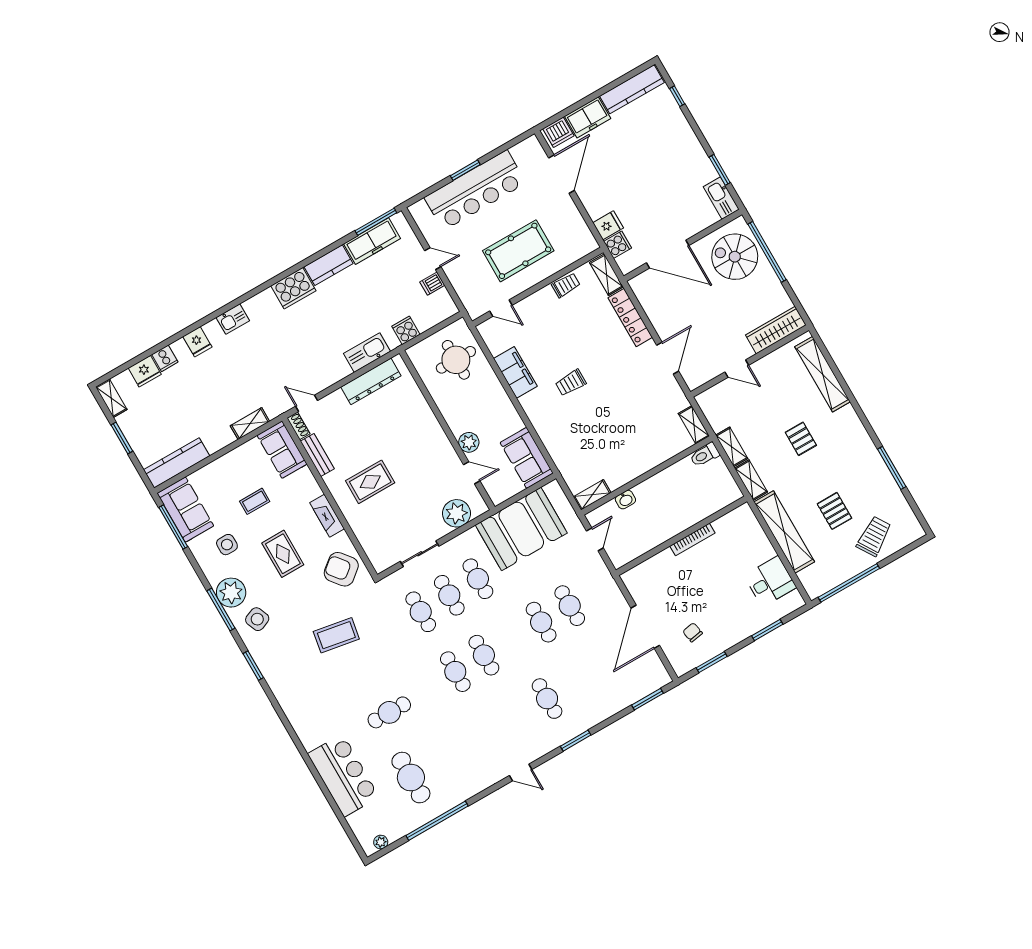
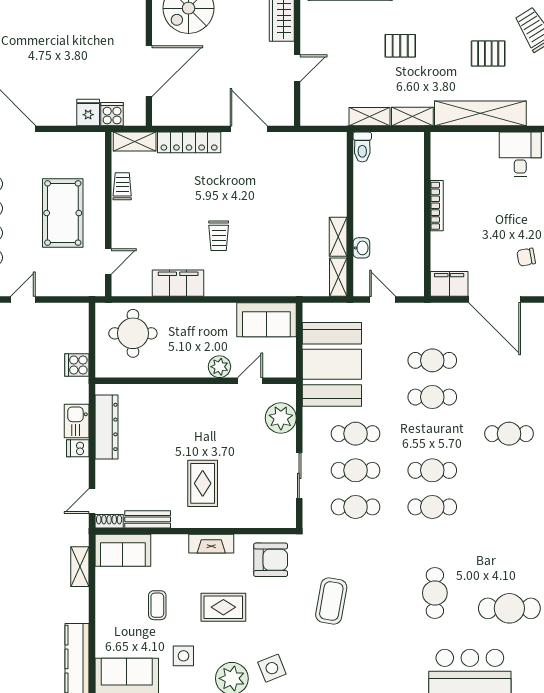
dishwasher: (432, 284) -> (78, 448), moved, turned 90
kitchen sink: (367, 353) -> (77, 421), width x0.73
shelving: (694, 425) -> (338, 237), moved, turned 90
armchair: (341, 569) -> (271, 560), turned -141
filing cabinet: (637, 584) -> (449, 284), added

